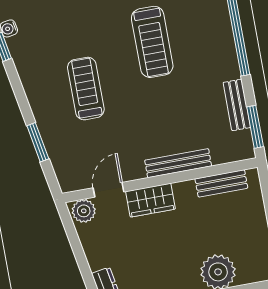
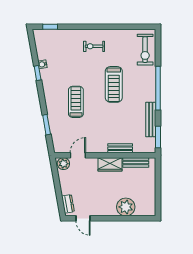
bench: (237, 105) -> (151, 120), width x1.36
bench: (178, 163) -> (120, 148), width x0.73
wardrobe: (151, 200) -> (110, 164), moved

